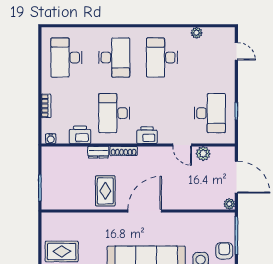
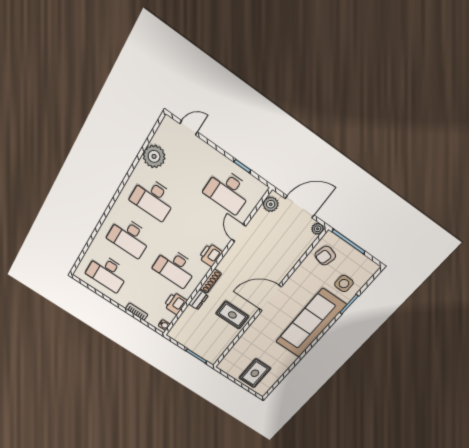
plant: (197, 33) -> (154, 156), width x1.88, depth x1.88
desk: (114, 58) -> (129, 237), turned 180
desk: (210, 113) -> (228, 191), turned 180
door: (182, 145) -> (239, 233), swing flipped
plant: (203, 154) -> (271, 204), moved
door: (145, 211) -> (270, 298), hinge flipped
armchair: (224, 251) -> (325, 256), moved, turned -75

